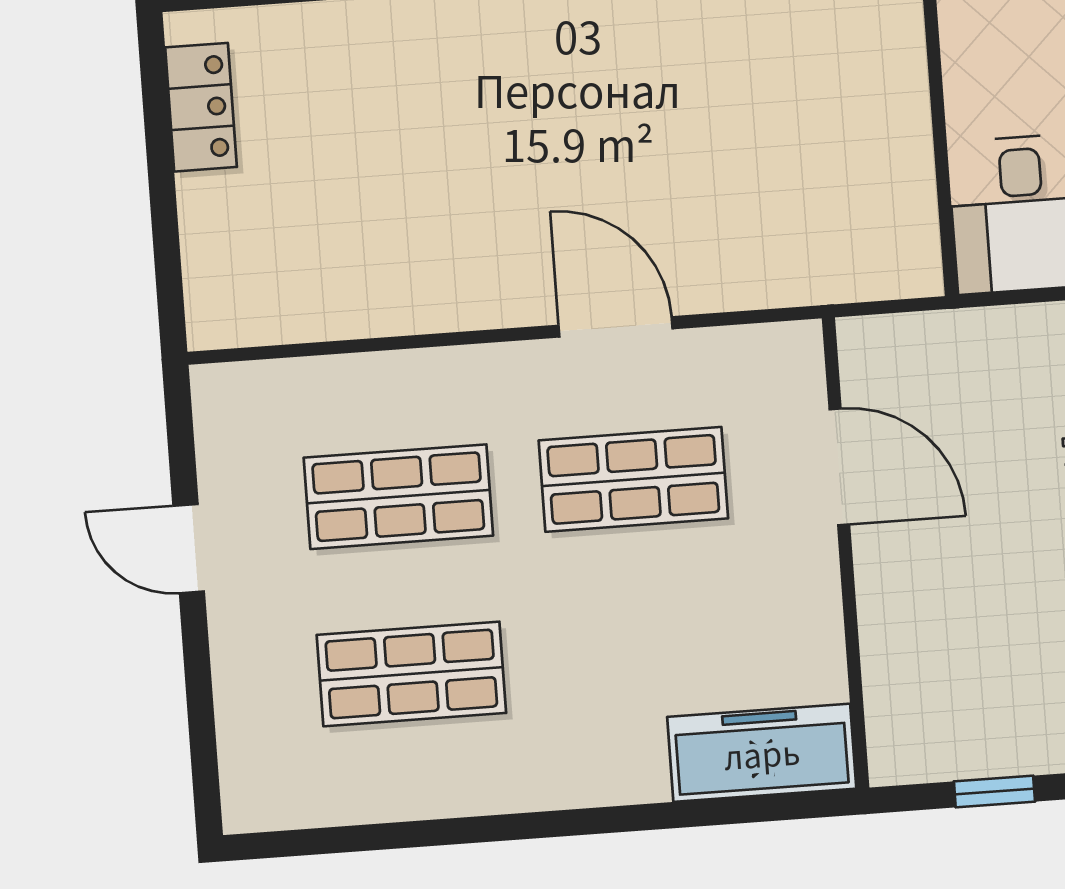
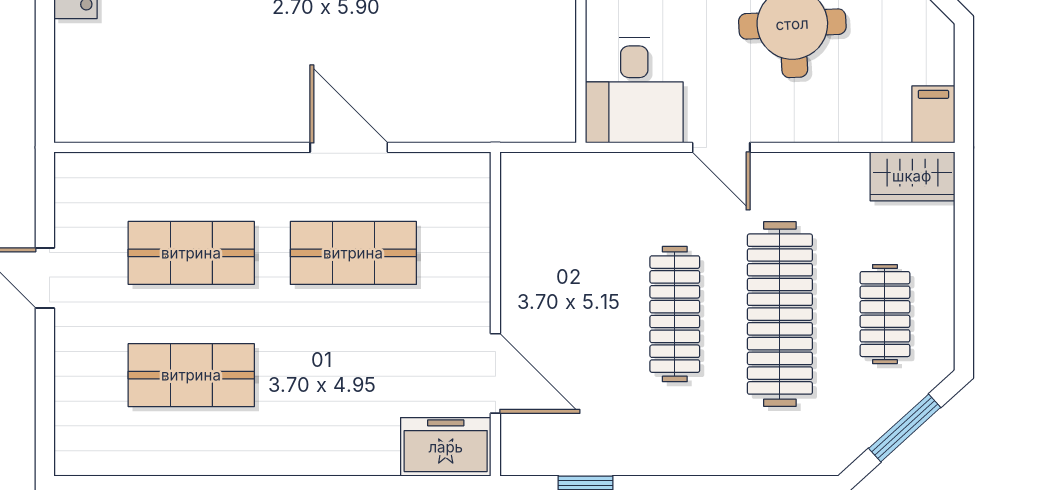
door: (839, 467) -> (495, 373), moved
freezer: (762, 753) -> (446, 447), width x0.71

